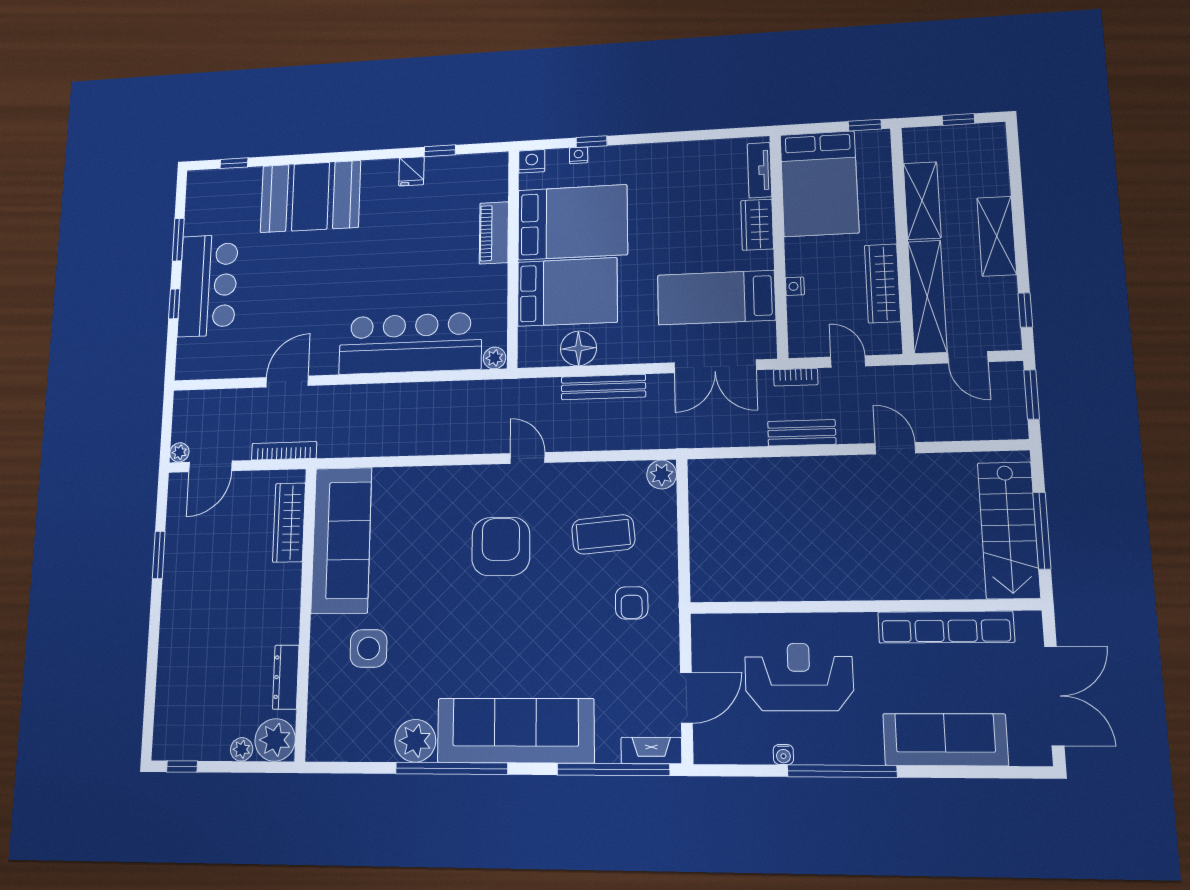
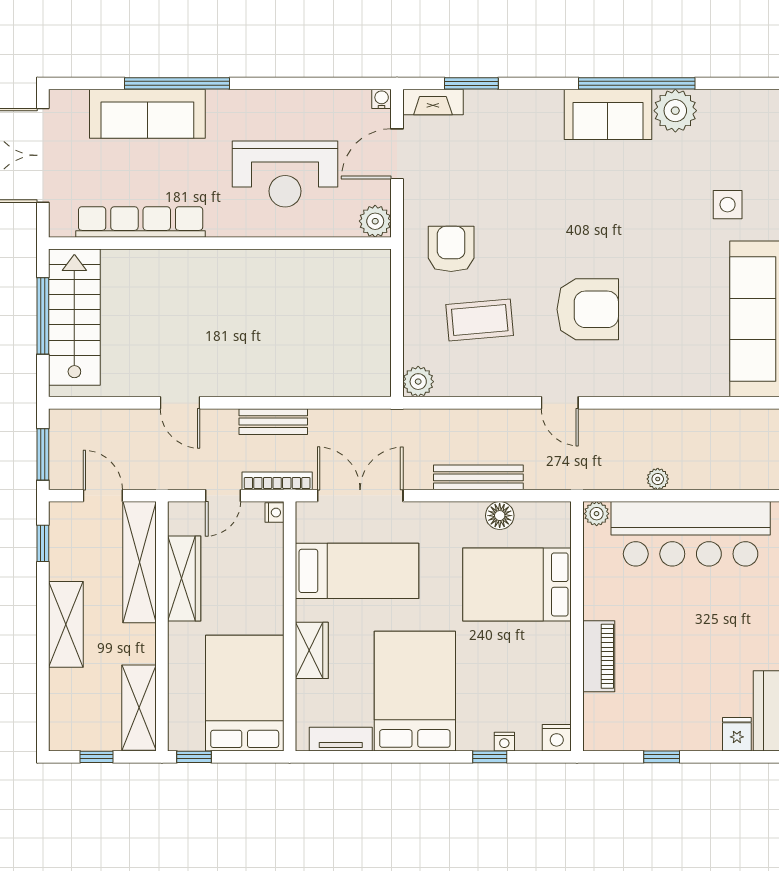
tv unit: (759, 170) -> (341, 739), moved, turned -90
fridge: (411, 171) -> (737, 734), moved
shelving: (922, 201) -> (139, 708), moved
bed: (572, 222) -> (415, 691), moved, turned 90
nightstand: (795, 286) -> (274, 513), moved
floor lamp: (579, 348) -> (500, 516), width x0.73, depth x0.73
door: (848, 362) -> (223, 496), hinge flipped
bookcase: (796, 377) -> (277, 481), width x1.56
plant: (439, 391) -> (658, 479), added
armchair: (501, 546) -> (588, 309), turned -90
armchair: (632, 603) -> (451, 249), width x1.38, depth x1.38
plant: (707, 630) -> (375, 221), added
side table: (369, 648) -> (728, 205), width x0.73, depth x0.73
sofa: (515, 731) -> (608, 114), width x0.54, depth x0.79
water cooler: (783, 755) -> (382, 99), moved
window: (613, 770) -> (471, 83), width x0.47
window: (842, 771) -> (177, 83), moved

